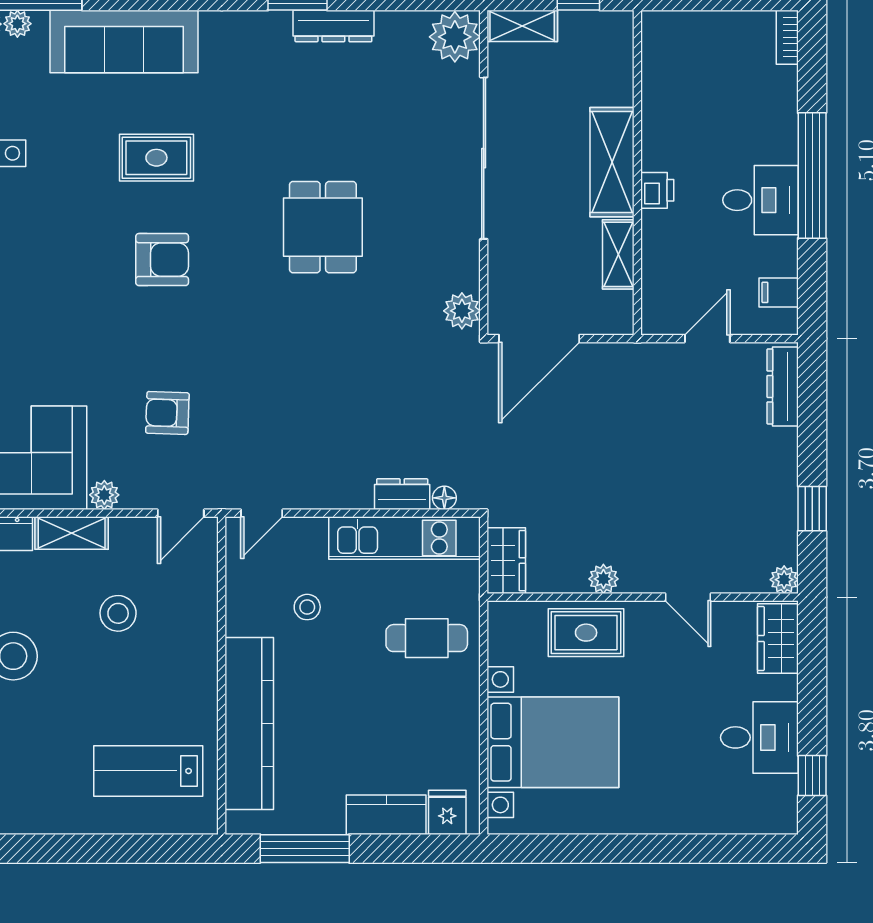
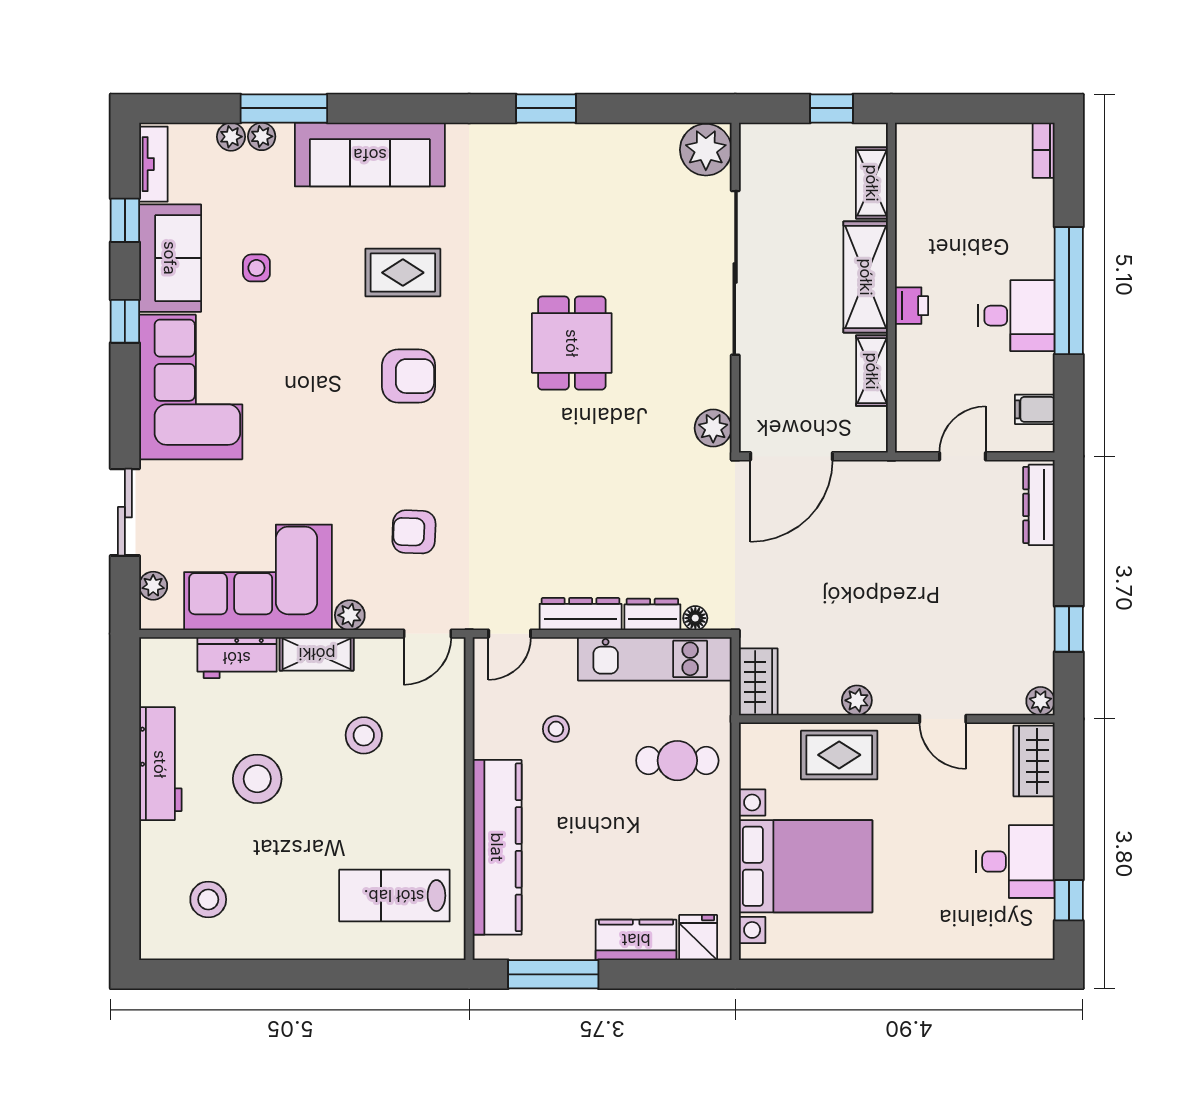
dresser: (333, 26) -> (581, 614), moved, turned 180
shelving: (522, 26) -> (872, 183), moved, turned 90

